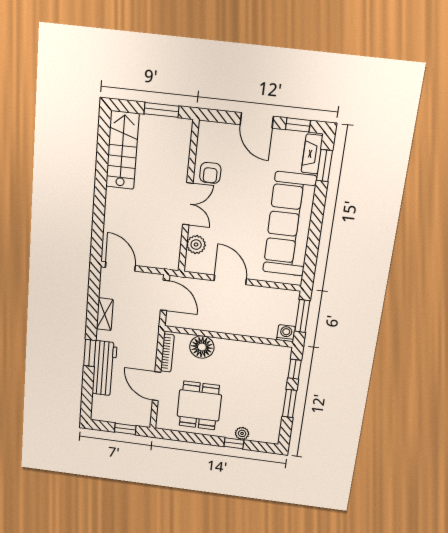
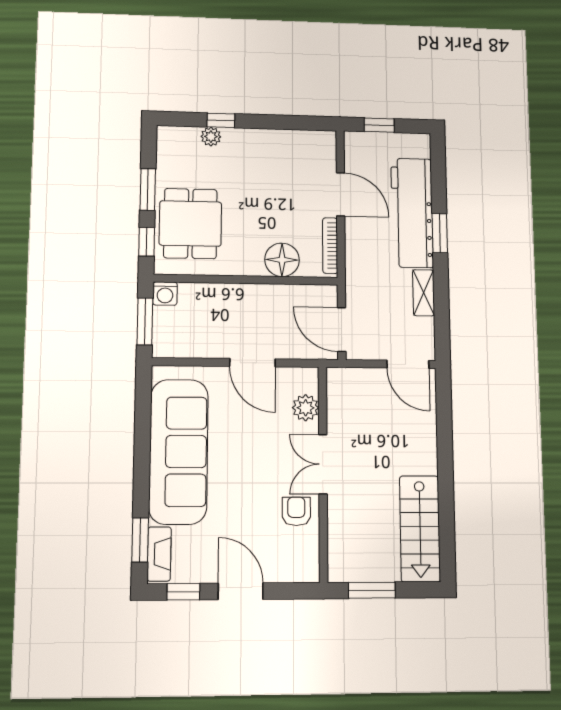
workbench: (104, 368) -> (412, 213), width x1.36, depth x1.32
dining table: (199, 405) -> (190, 224), moved

